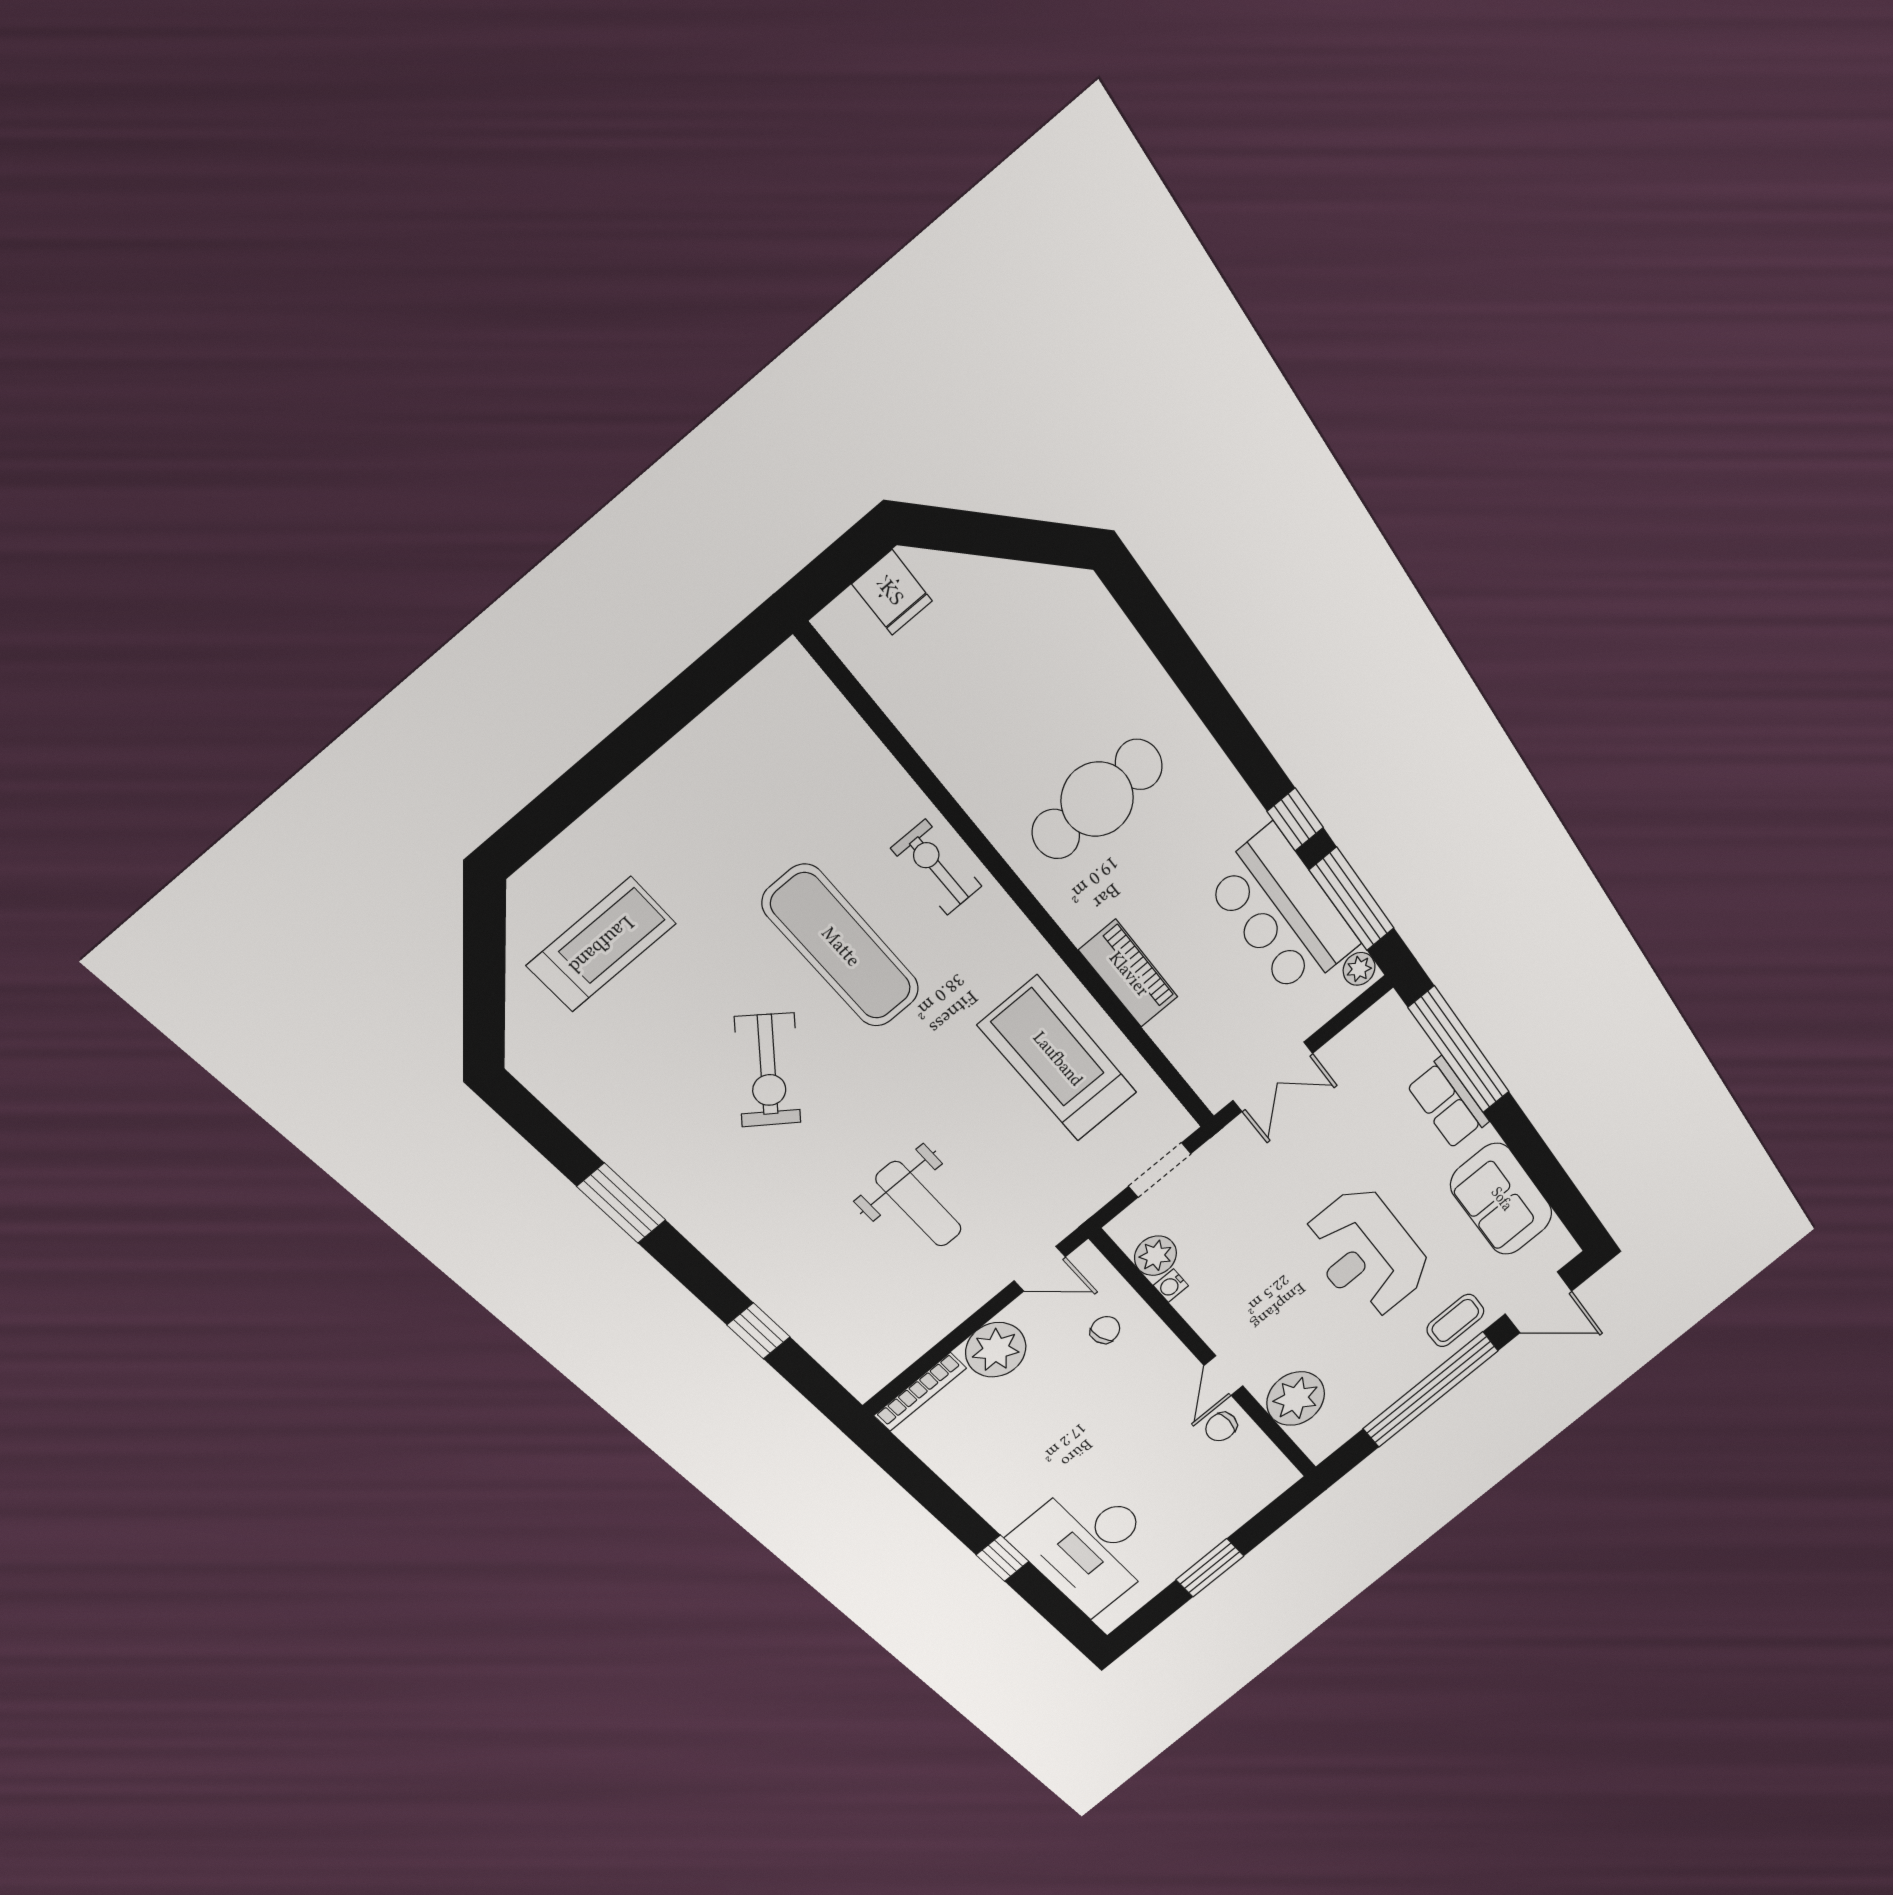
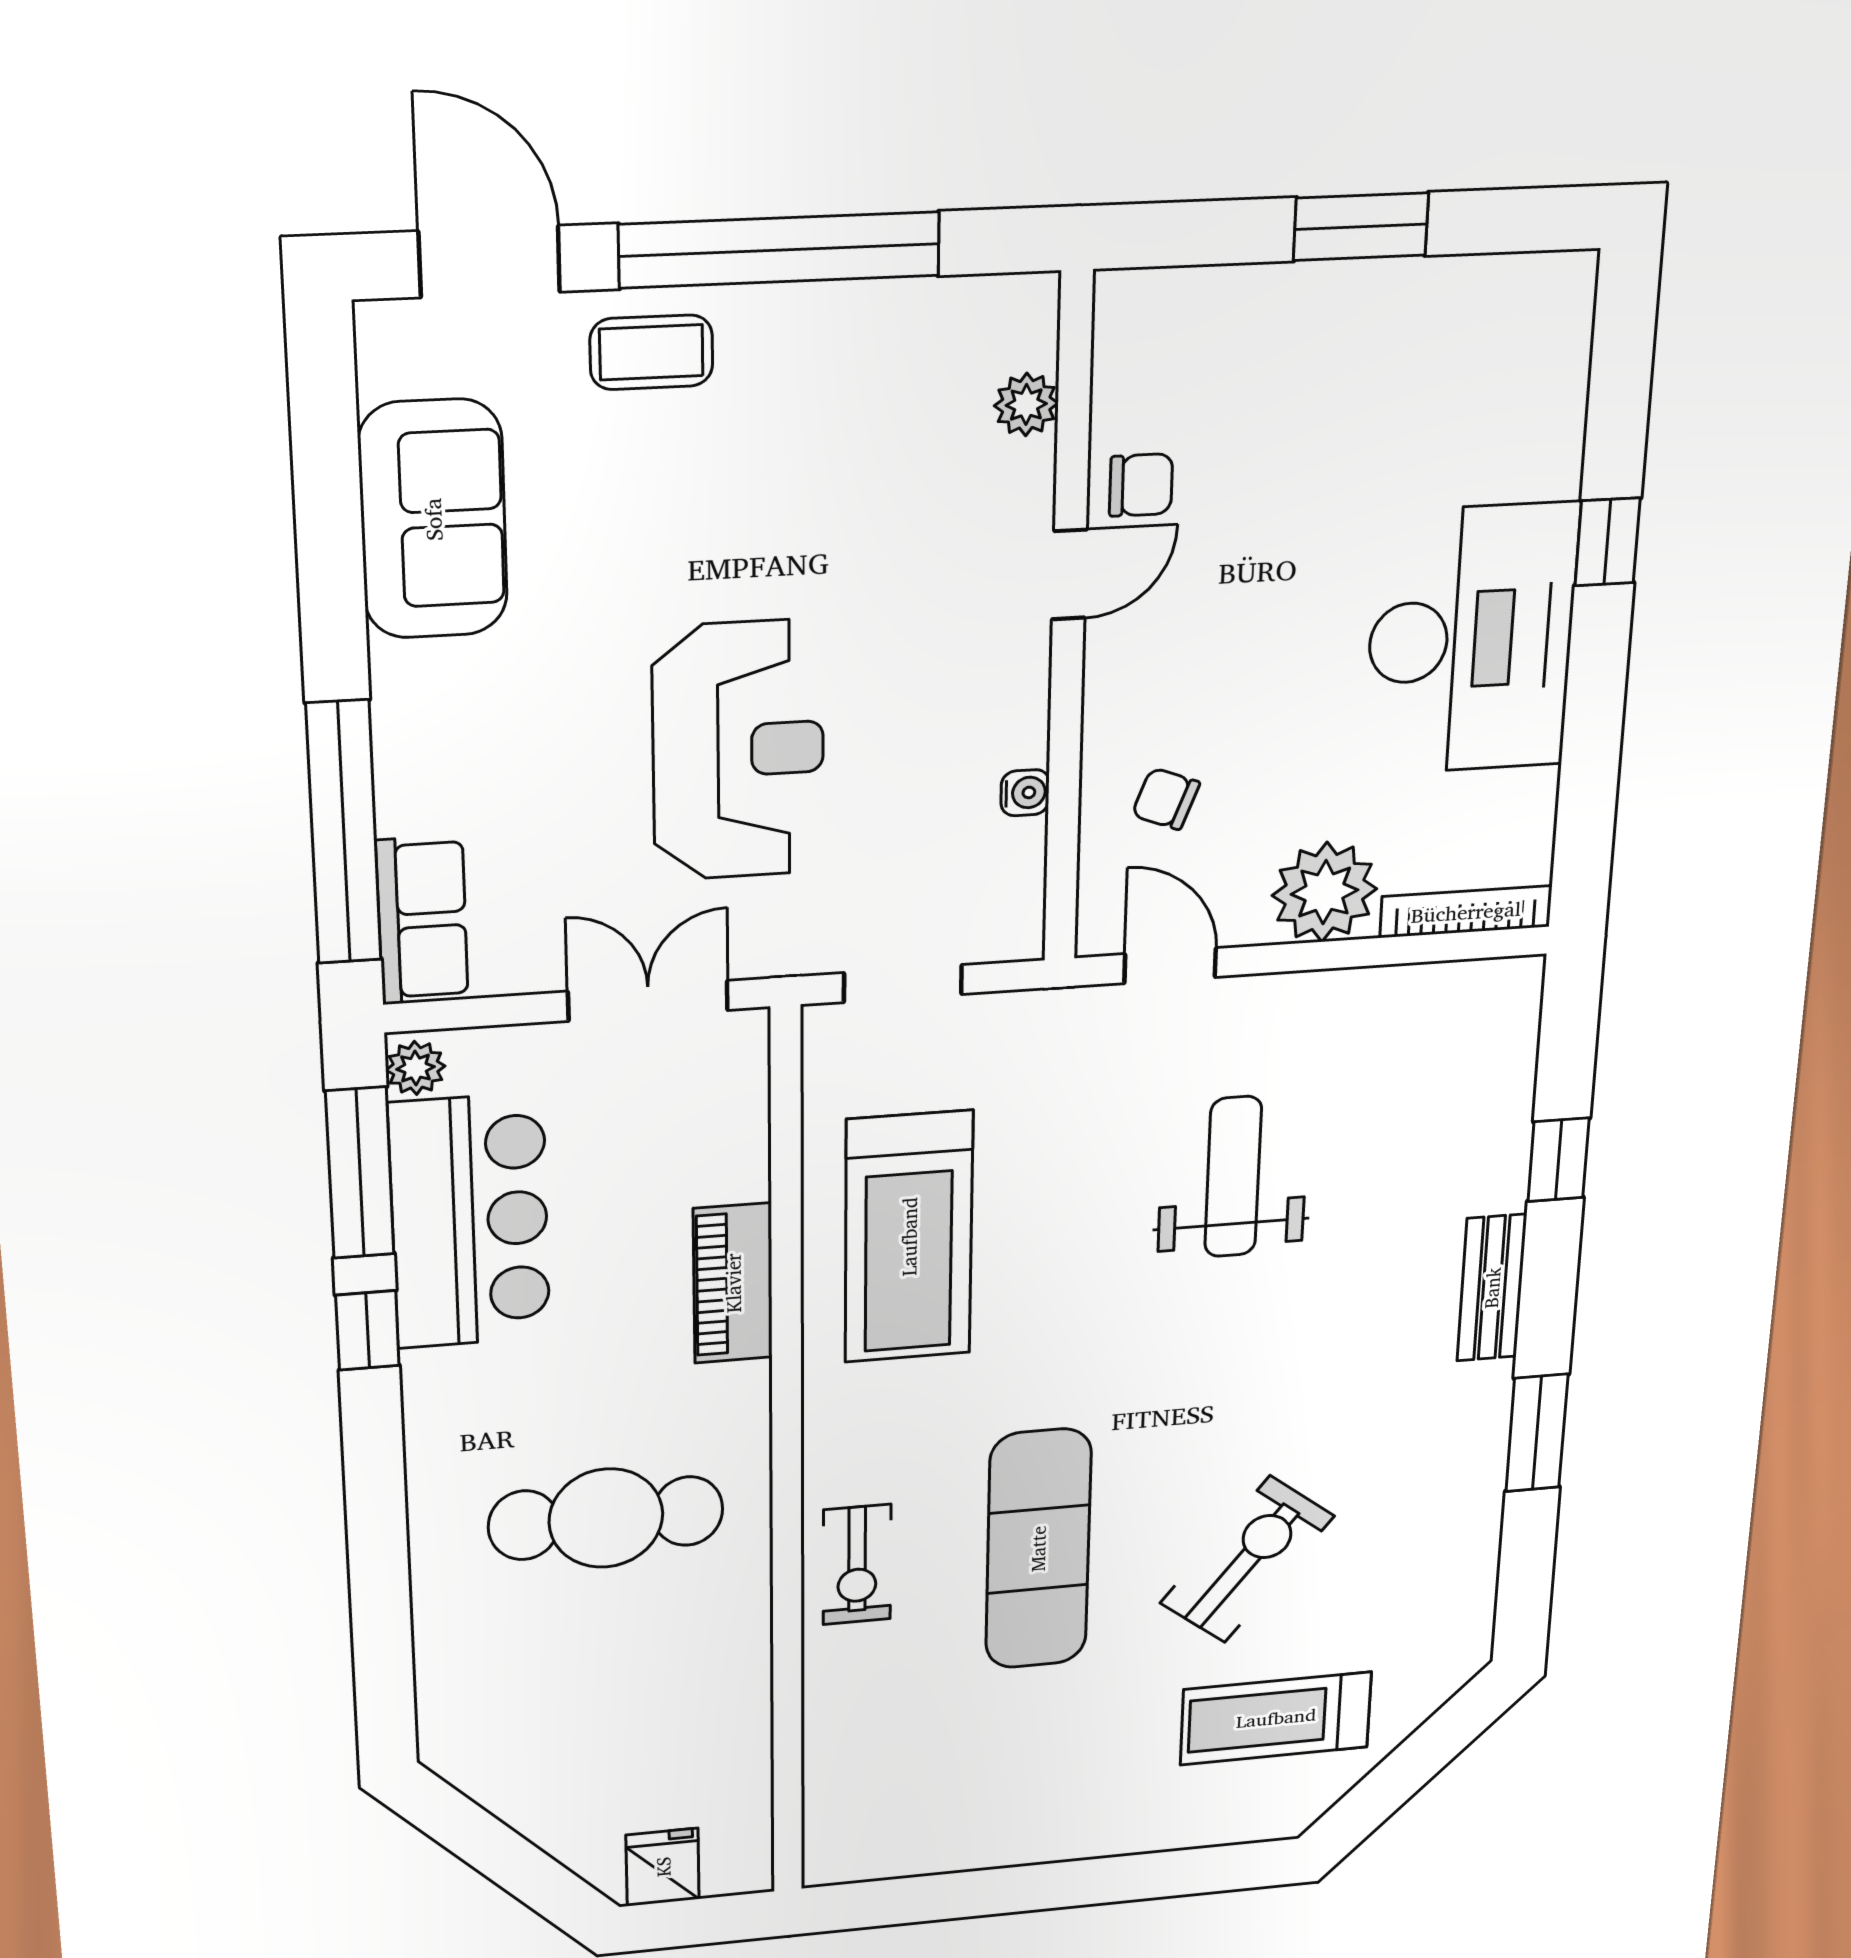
exercise bike: (768, 1070) -> (1247, 1559), moved
row of seats: (1448, 1103) -> (422, 920), moved
bench: (728, 1252) -> (1492, 1288), added
reception desk: (1366, 1254) -> (738, 751), moved
plant: (1155, 1256) -> (1009, 858), removed
chair: (1105, 1330) -> (1166, 799), turned 37
plant: (1296, 1399) -> (1026, 404), width x0.53, depth x0.53
desk: (1090, 1546) -> (1471, 639), moved

